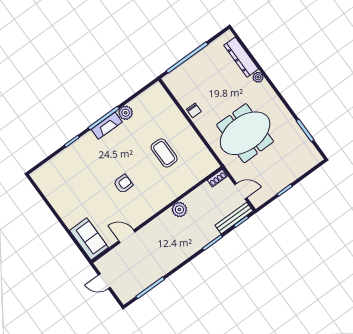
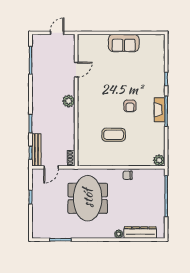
plant: (126, 113) -> (159, 160), moved
armchair: (123, 184) -> (130, 106), moved
plant: (179, 210) -> (69, 101), moved
sofa: (89, 239) -> (124, 43), moved

